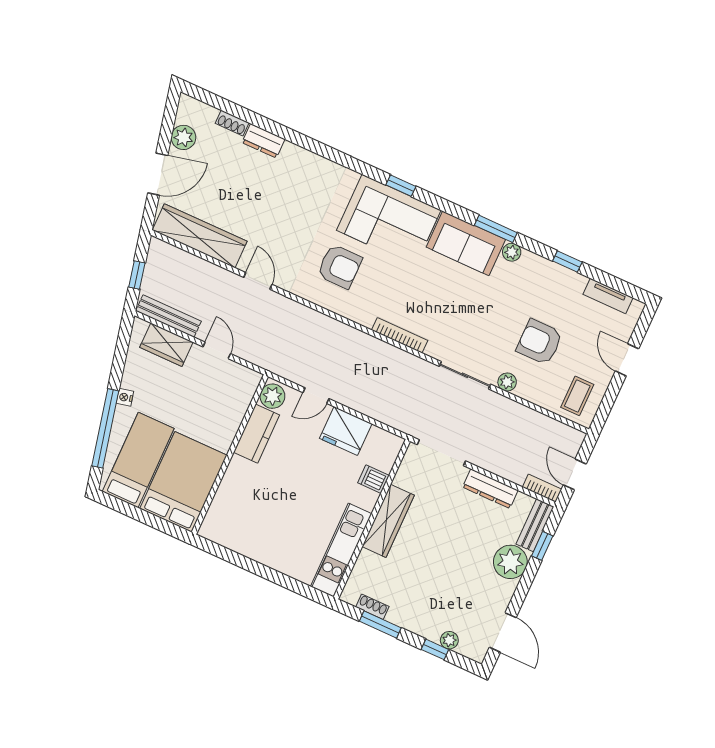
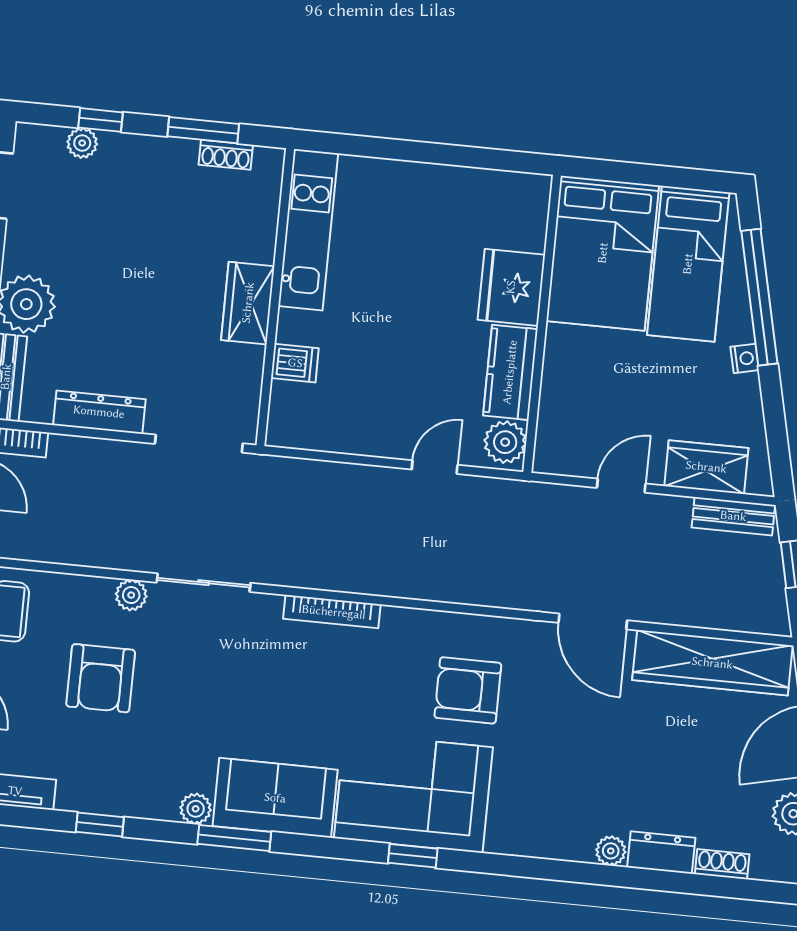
plant: (291, 151) -> (611, 851), added
door: (258, 281) -> (593, 622), width x1.37
bench: (168, 316) -> (733, 516), width x0.73
armchair: (539, 342) -> (101, 678), turned 90
door: (217, 350) -> (621, 486), swing flipped
fridge: (346, 431) -> (511, 287), moved, turned -90
wardrobe: (388, 521) -> (248, 303), width x0.67

